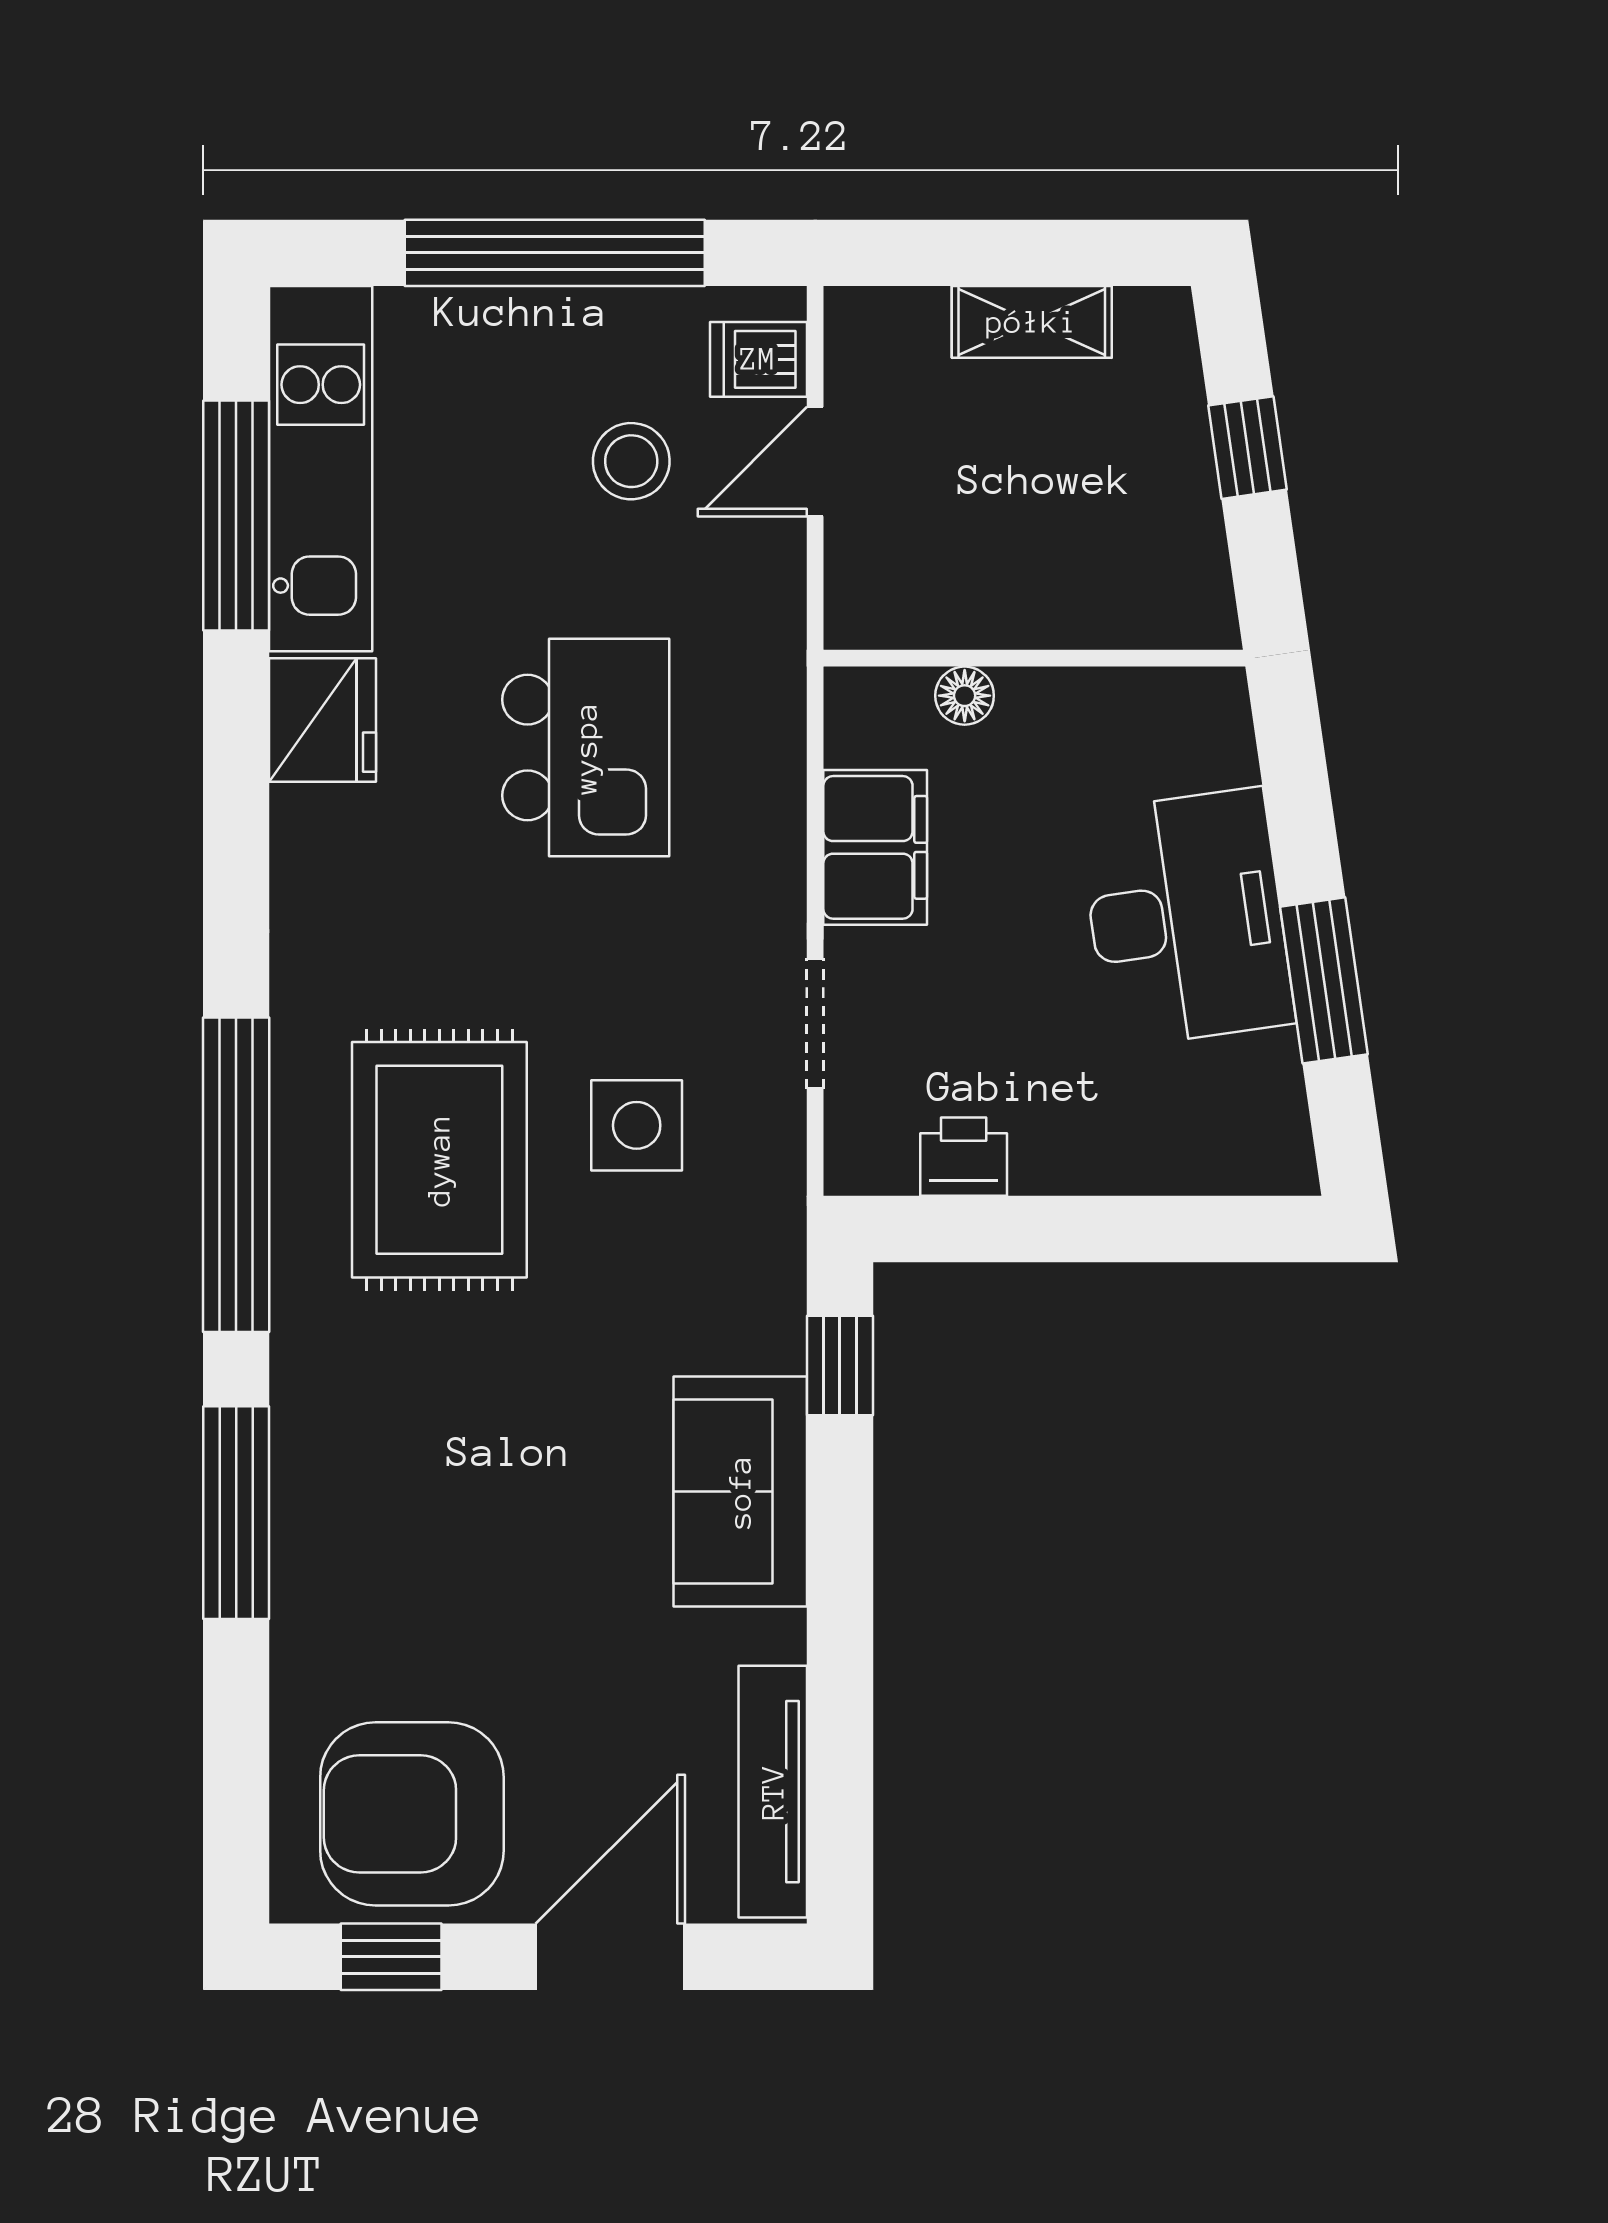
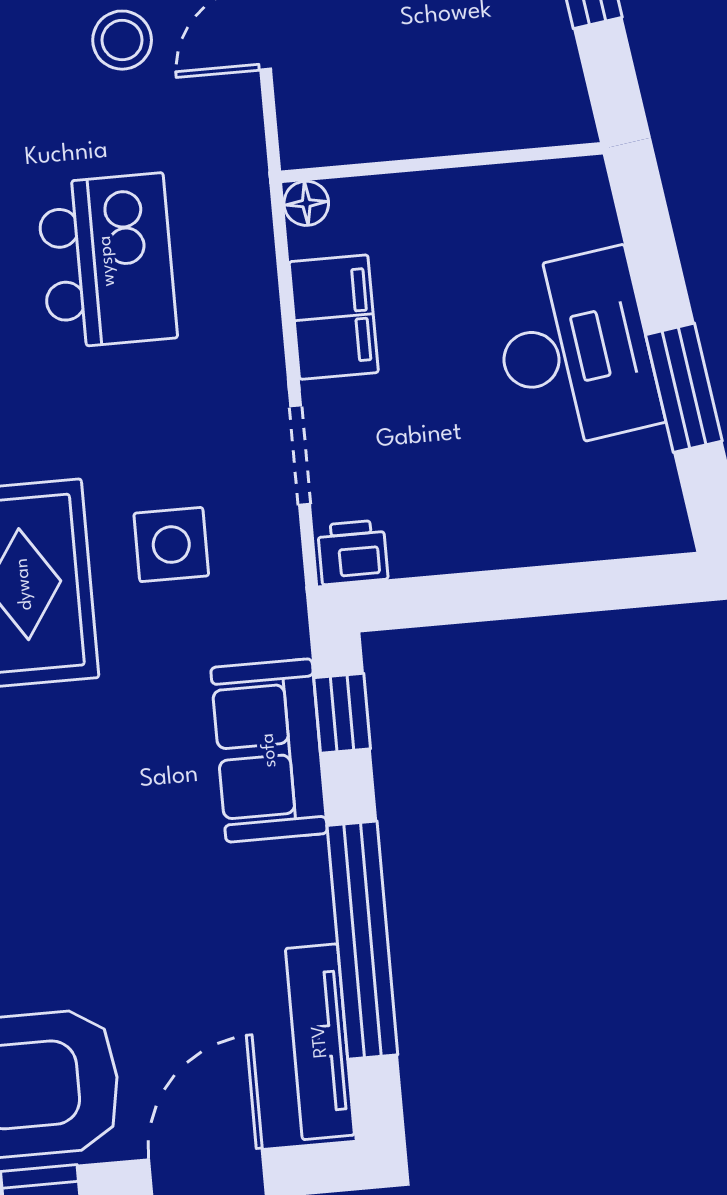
floor lamp: (965, 696) -> (306, 203), moved
printer: (964, 1157) -> (353, 552), moved
sofa: (740, 1492) -> (269, 750), moved
window: (840, 1664) -> (362, 940), added

